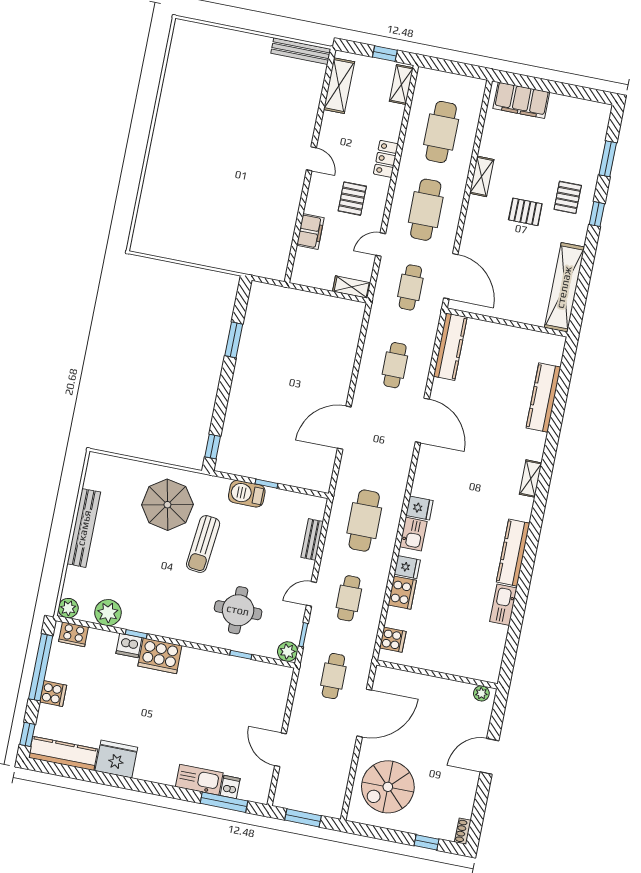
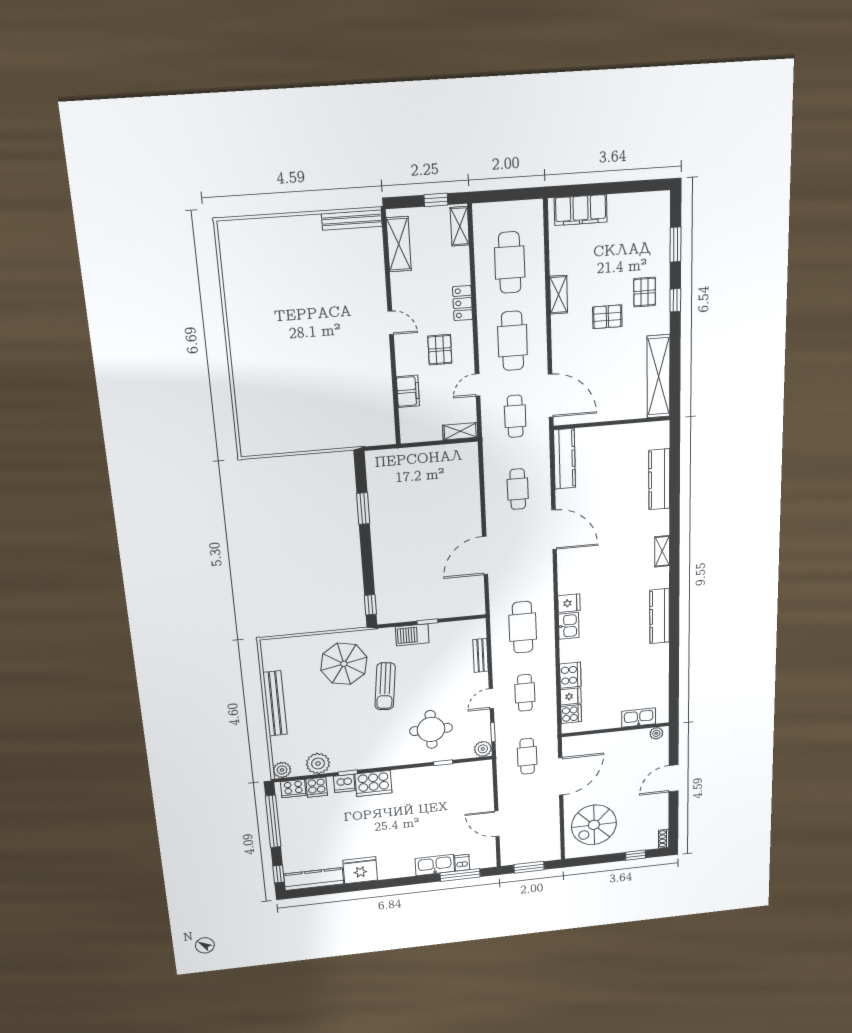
fridge: (407, 567) -> (571, 696), moved
kitchen sink: (503, 605) -> (639, 718), moved, turned 90
cooker: (53, 694) -> (317, 787), moved, turned 90

